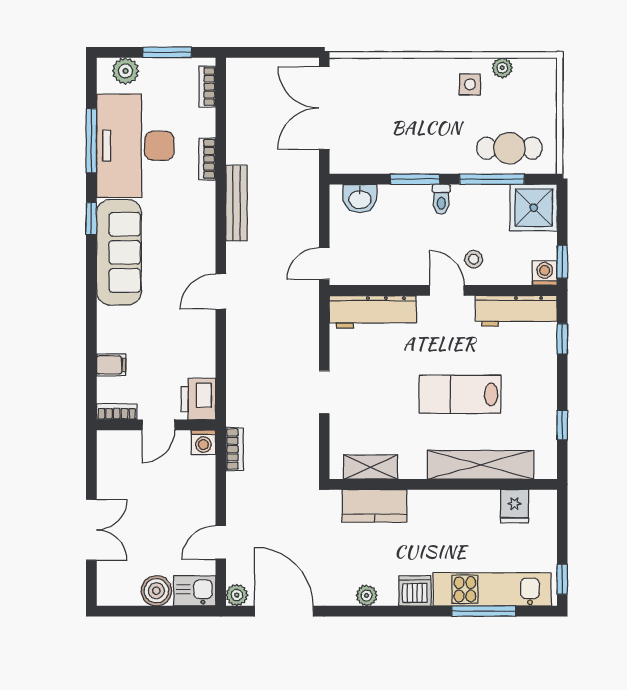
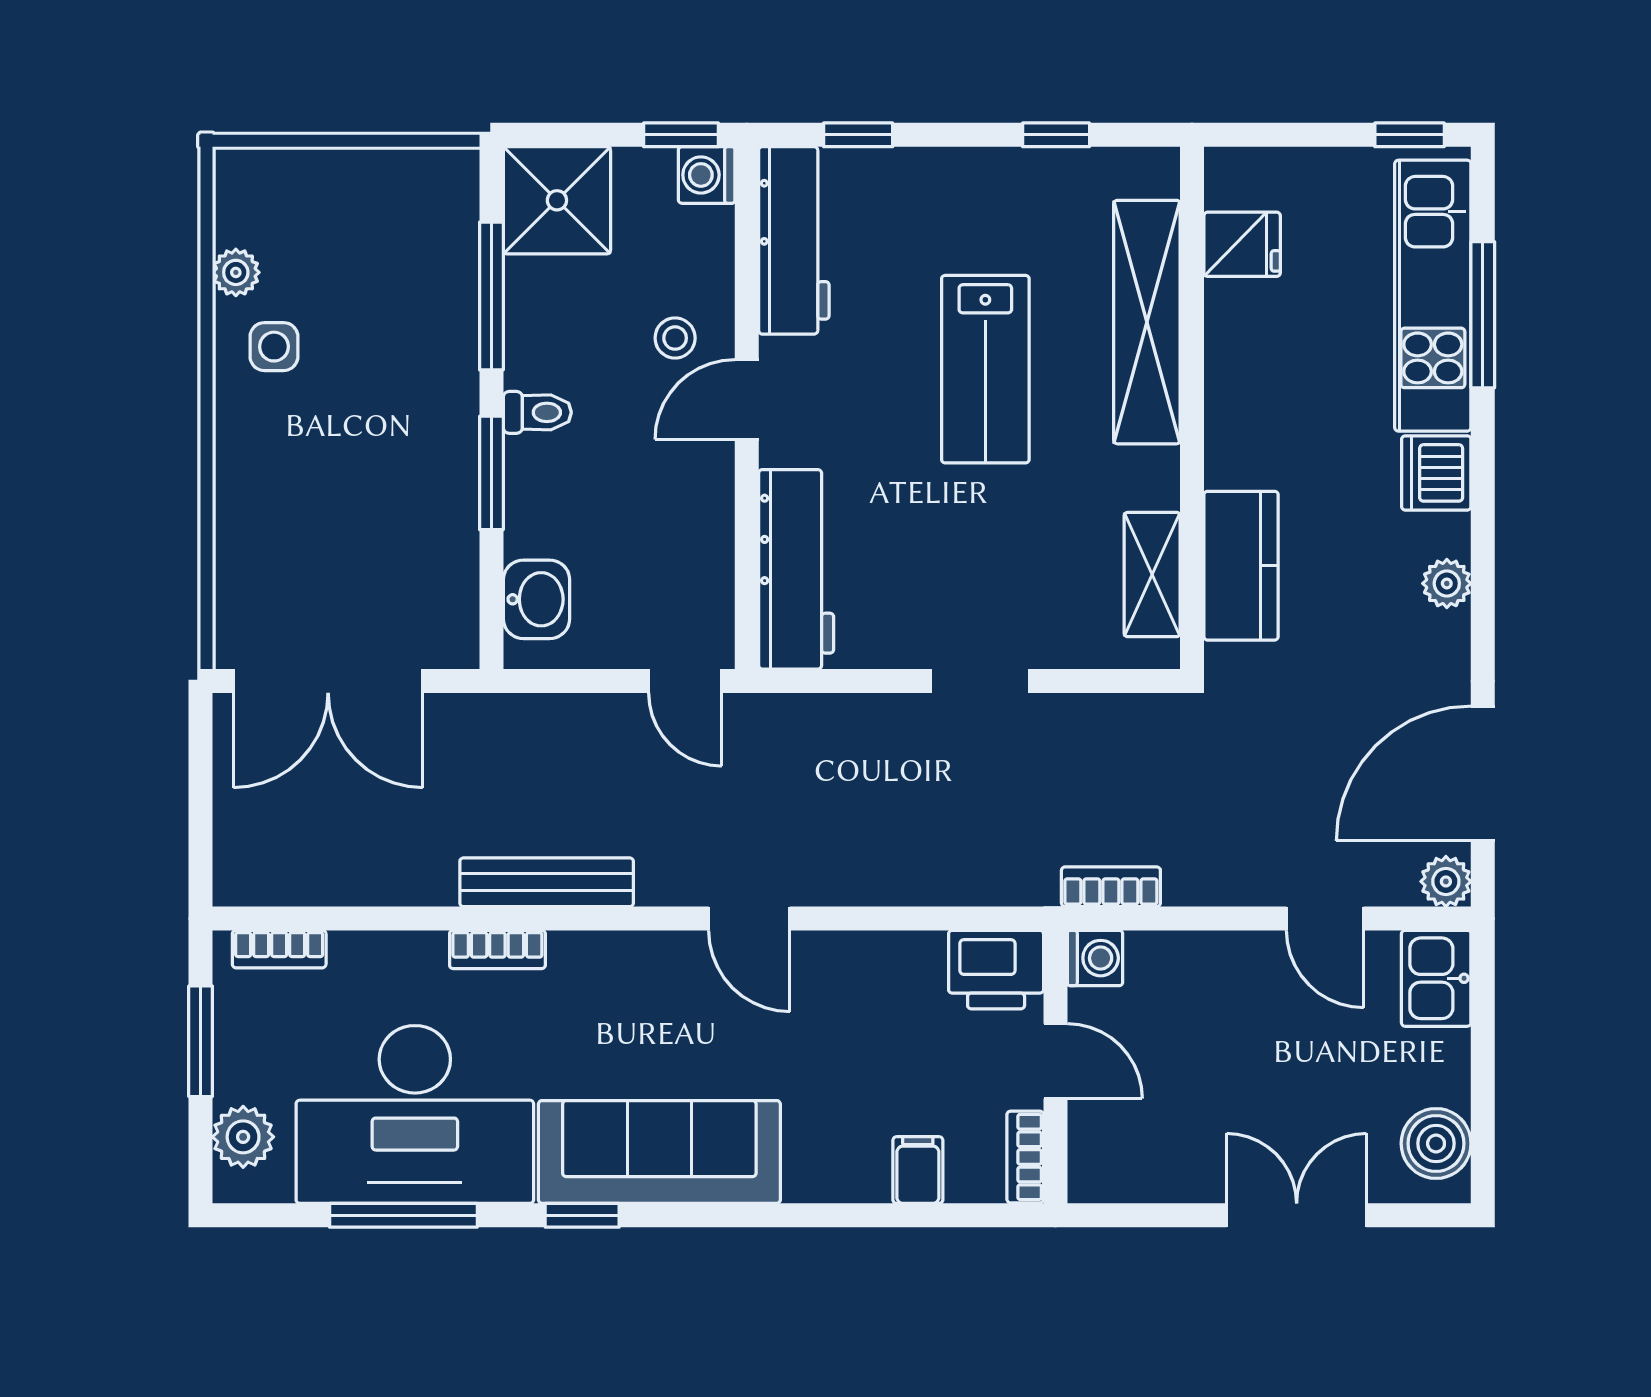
cafe table: (509, 148) -> (420, 256), removed
bookcase: (207, 159) -> (497, 949), moved
boiler: (156, 591) -> (1436, 1143), moved

